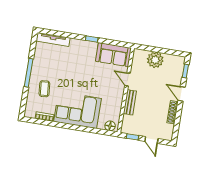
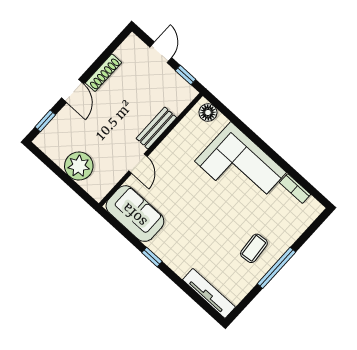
coffee table: (44, 89) -> (254, 248), moved

